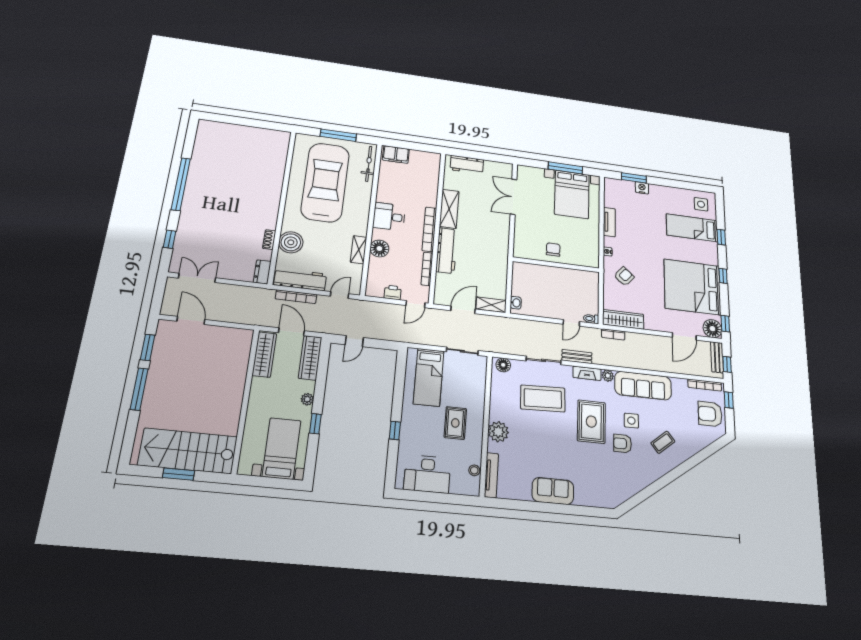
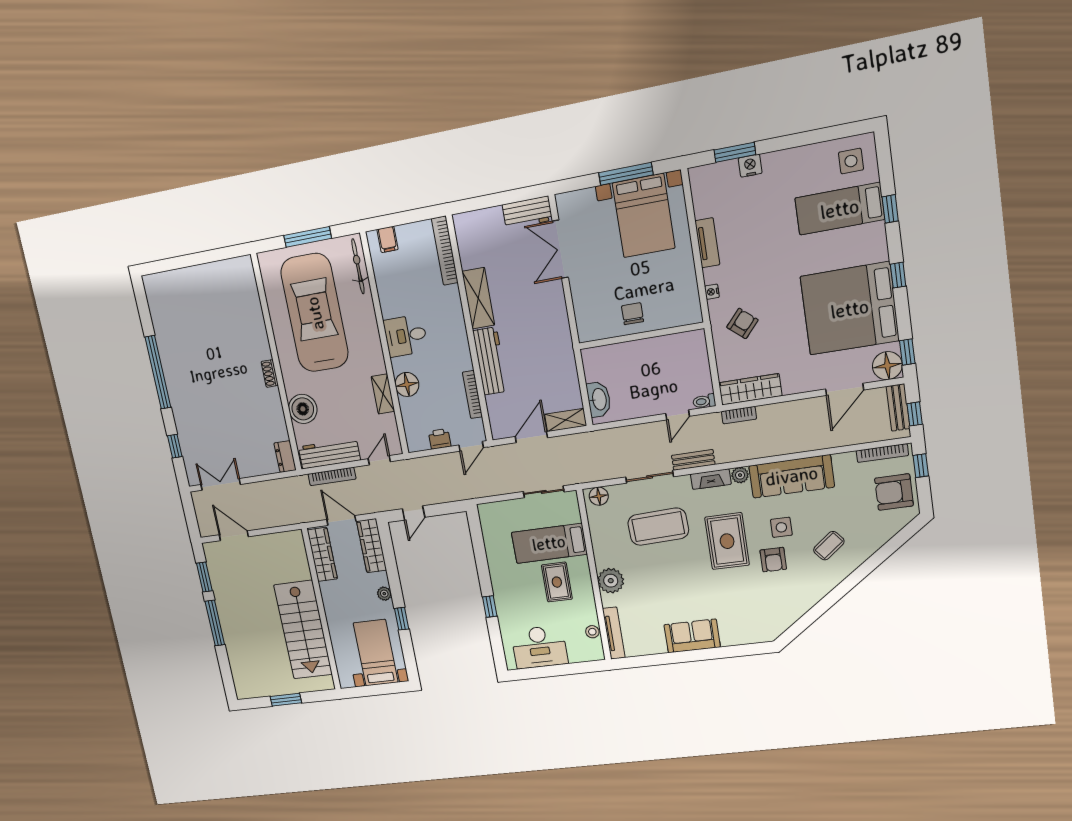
filing cabinet: (396, 155) -> (388, 239), width x0.50
workbench: (467, 165) -> (527, 212), moved
bookcase: (429, 229) -> (445, 251), moved
shoe rack: (269, 240) -> (270, 373), moved
washbasin: (516, 303) -> (599, 399), width x1.91, depth x1.45
bed: (429, 377) -> (549, 543), moved, turned 90
armchair: (623, 444) -> (773, 560), turned -90
stairs: (188, 451) -> (303, 630), moved, turned -90

